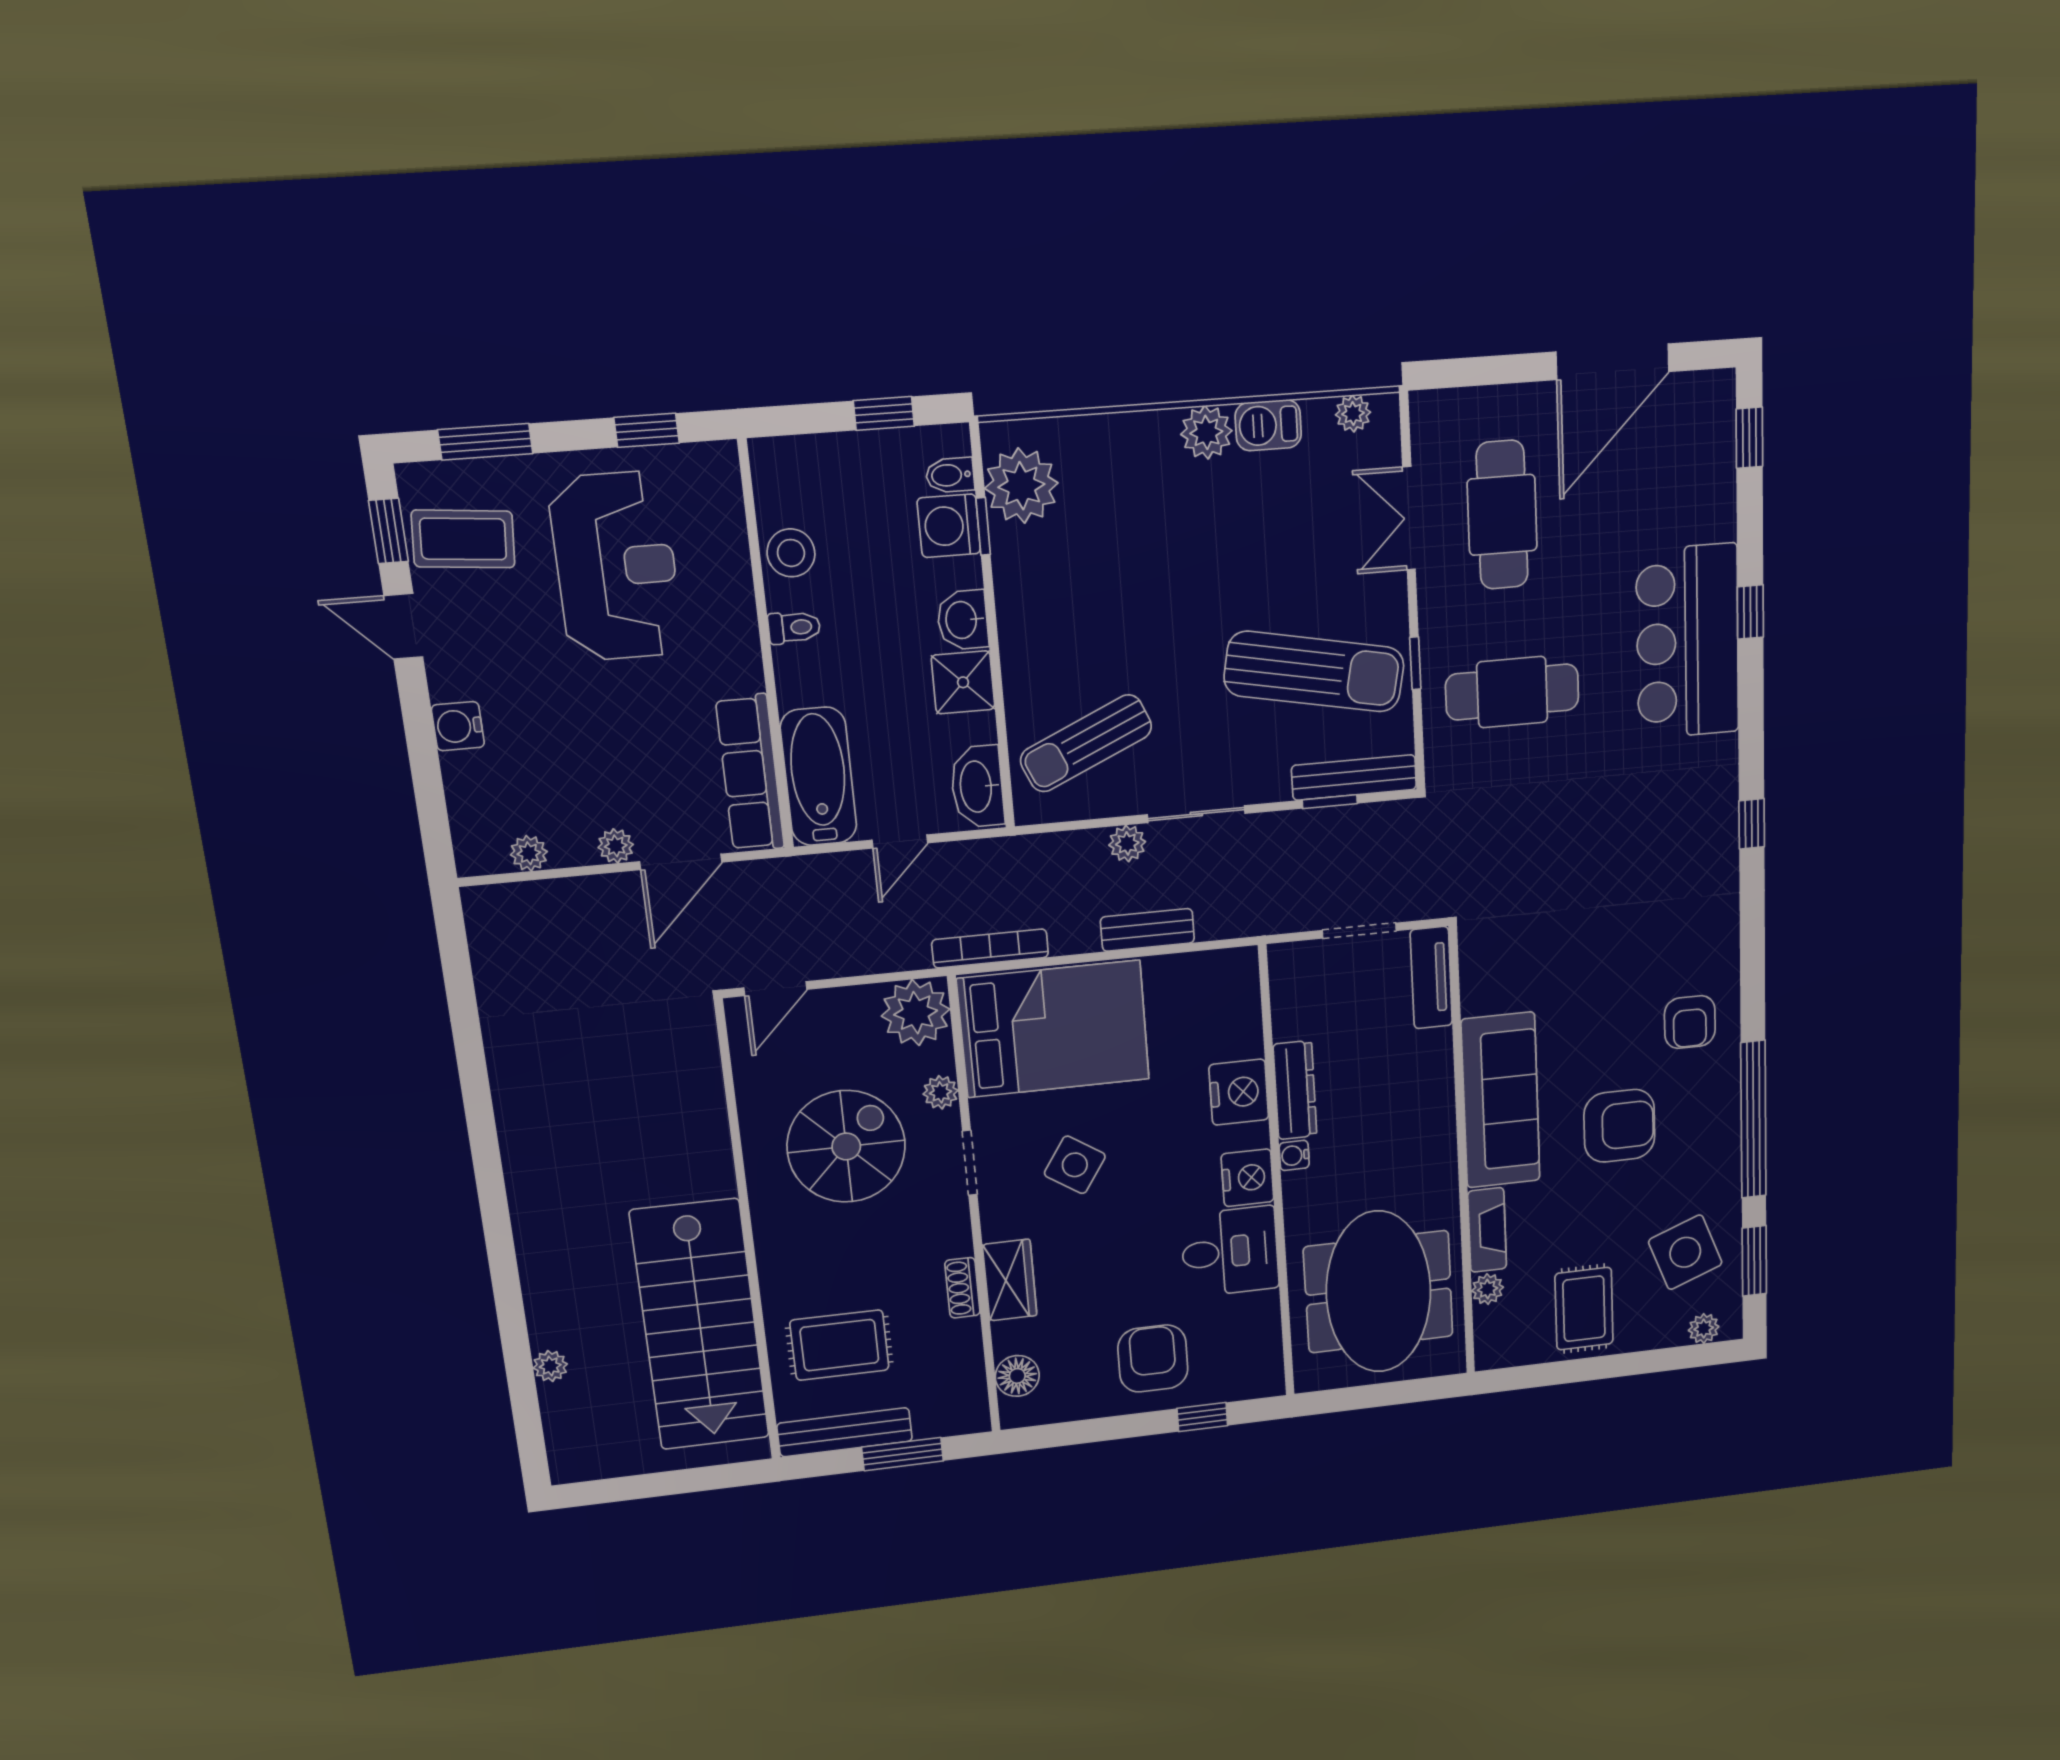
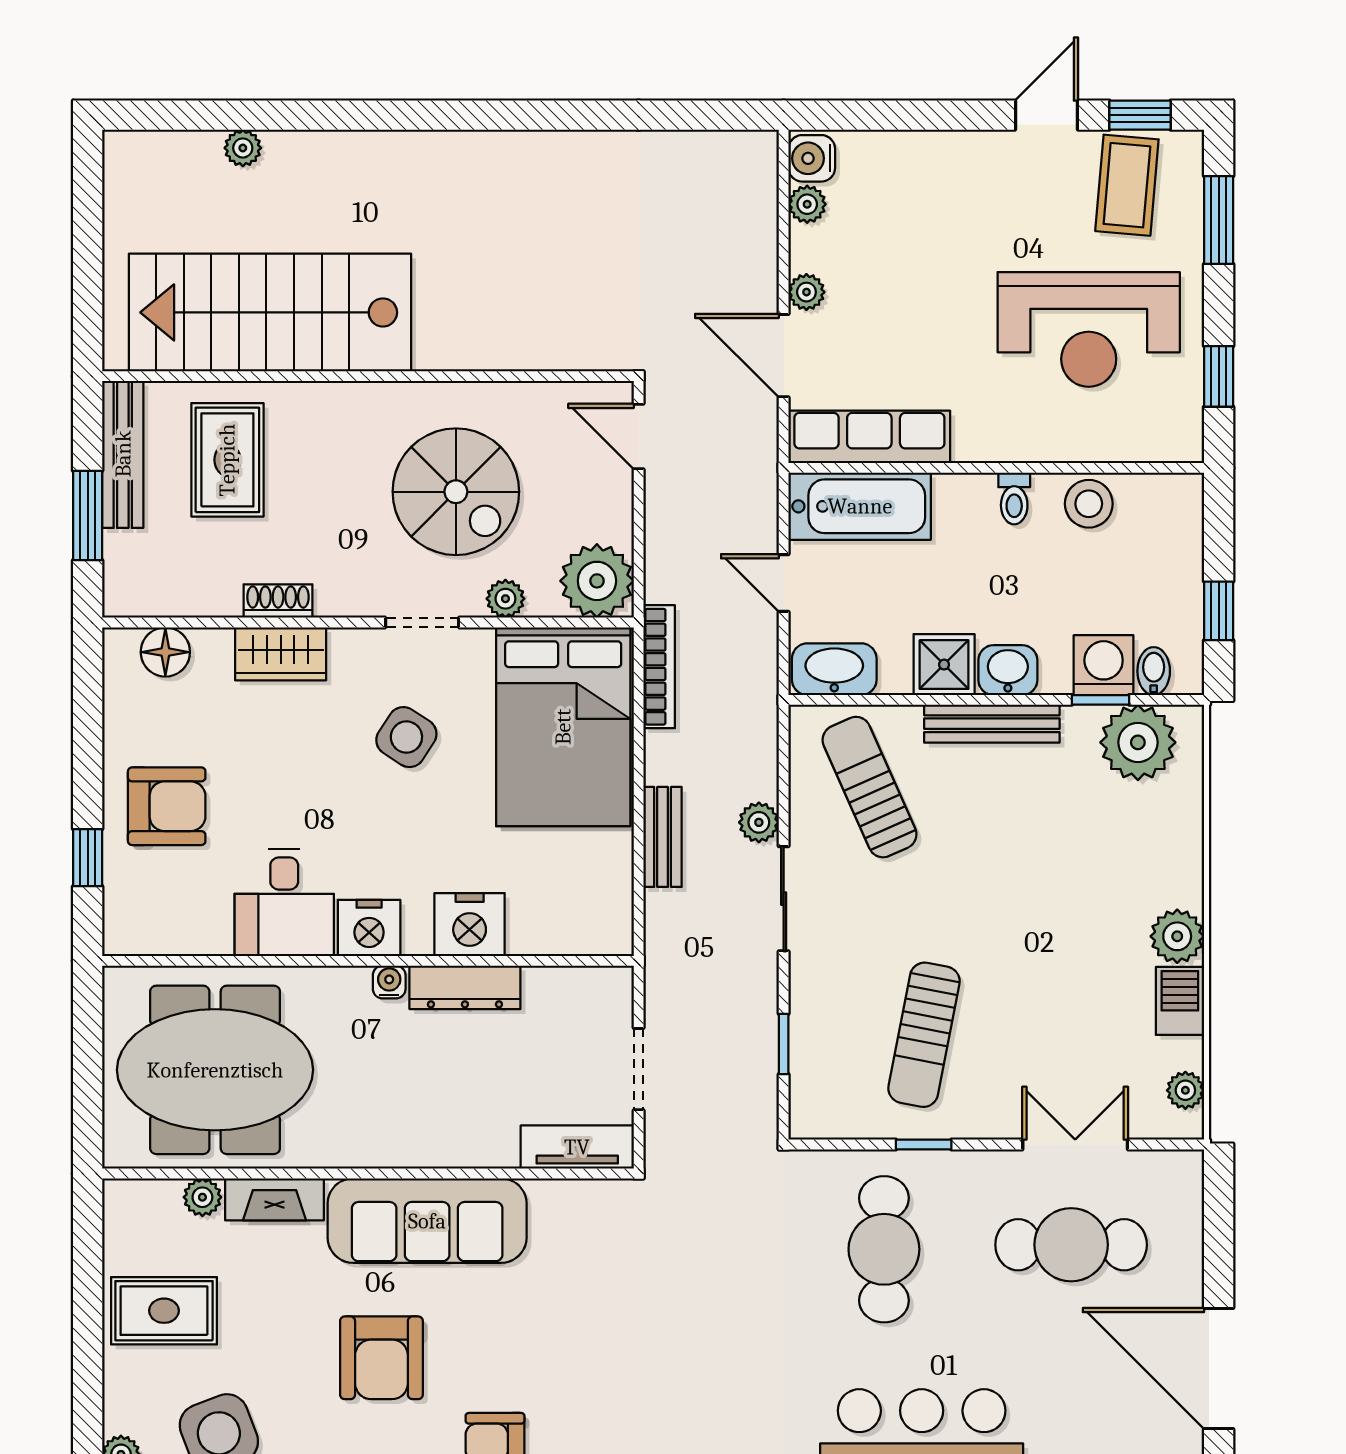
sun lounger: (1314, 672) -> (924, 1035), width x0.73, depth x0.75
water cooler: (458, 726) -> (812, 158), moved, turned -90
bench: (1354, 777) -> (992, 724), moved, turned 90

